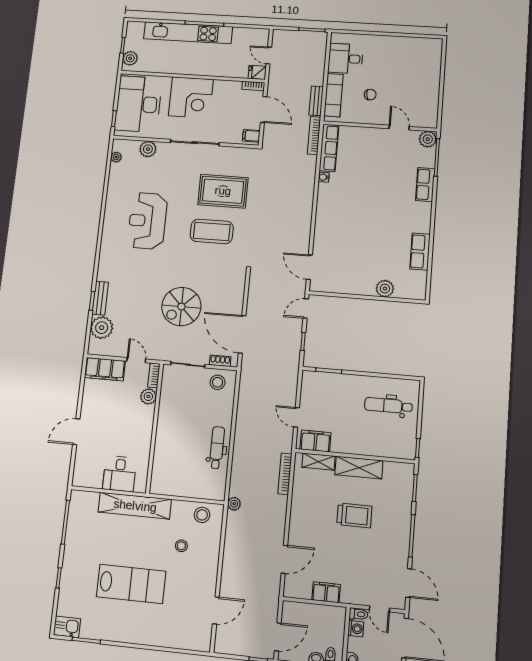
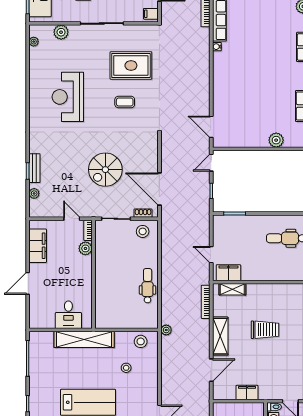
coffee table: (212, 231) -> (125, 102), width x0.54, depth x0.58
plant: (102, 328) -> (34, 193), width x0.53, depth x0.53
filing cabinet: (105, 369) -> (38, 246), moved, turned -90
shelving: (359, 468) -> (220, 336), moved, turned 90

